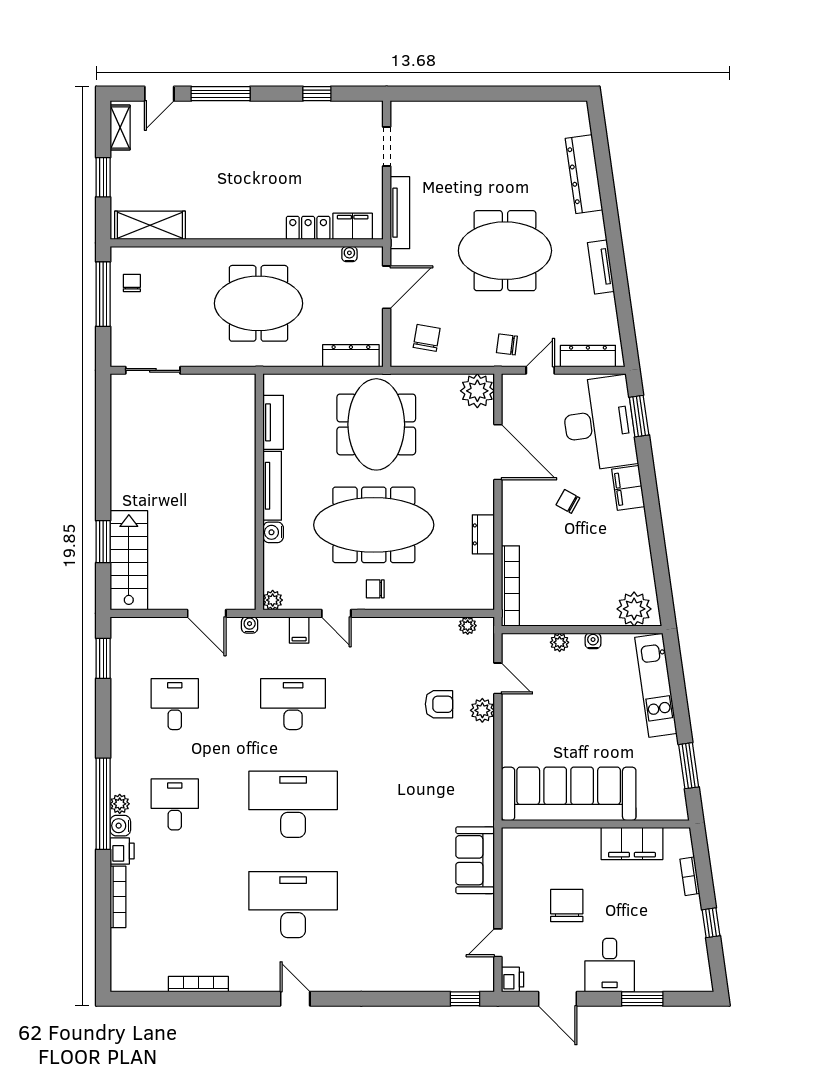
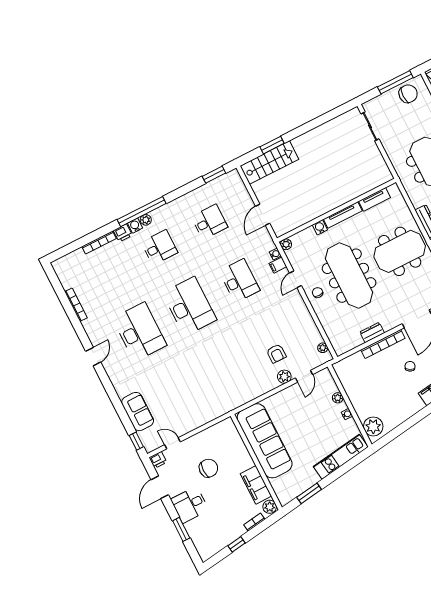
chair: (132, 283) -> (408, 94), width x1.87, depth x1.87
bookcase: (510, 586) -> (383, 344), moved
water cooler: (250, 625) -> (275, 254), moved
plant: (678, 839) -> (270, 507), added
sofa: (475, 860) -> (138, 412), moved, turned 90

